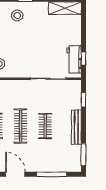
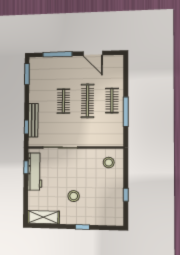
stool: (17, 16) -> (74, 196), moved
workbench: (74, 59) -> (35, 172), width x1.38
bench: (76, 127) -> (33, 120), moved

